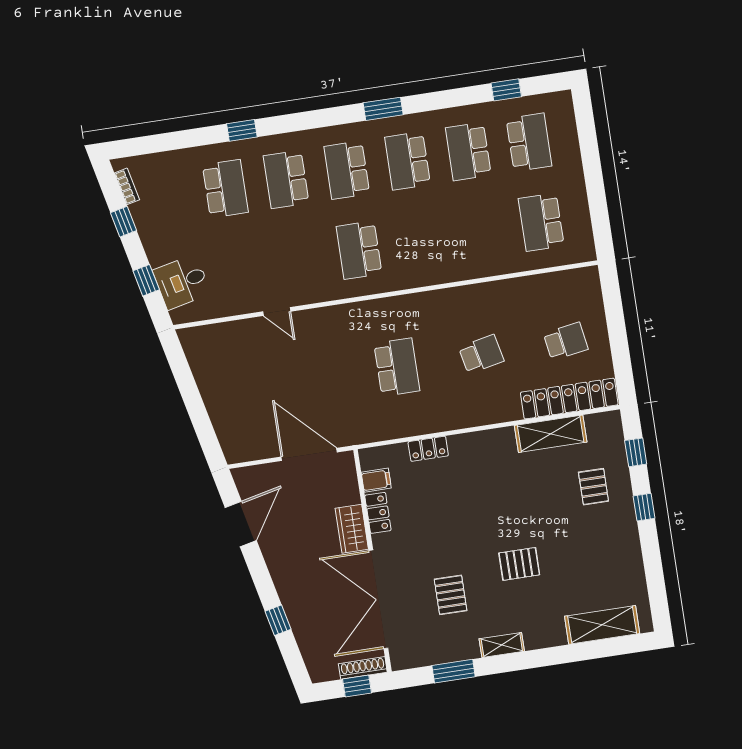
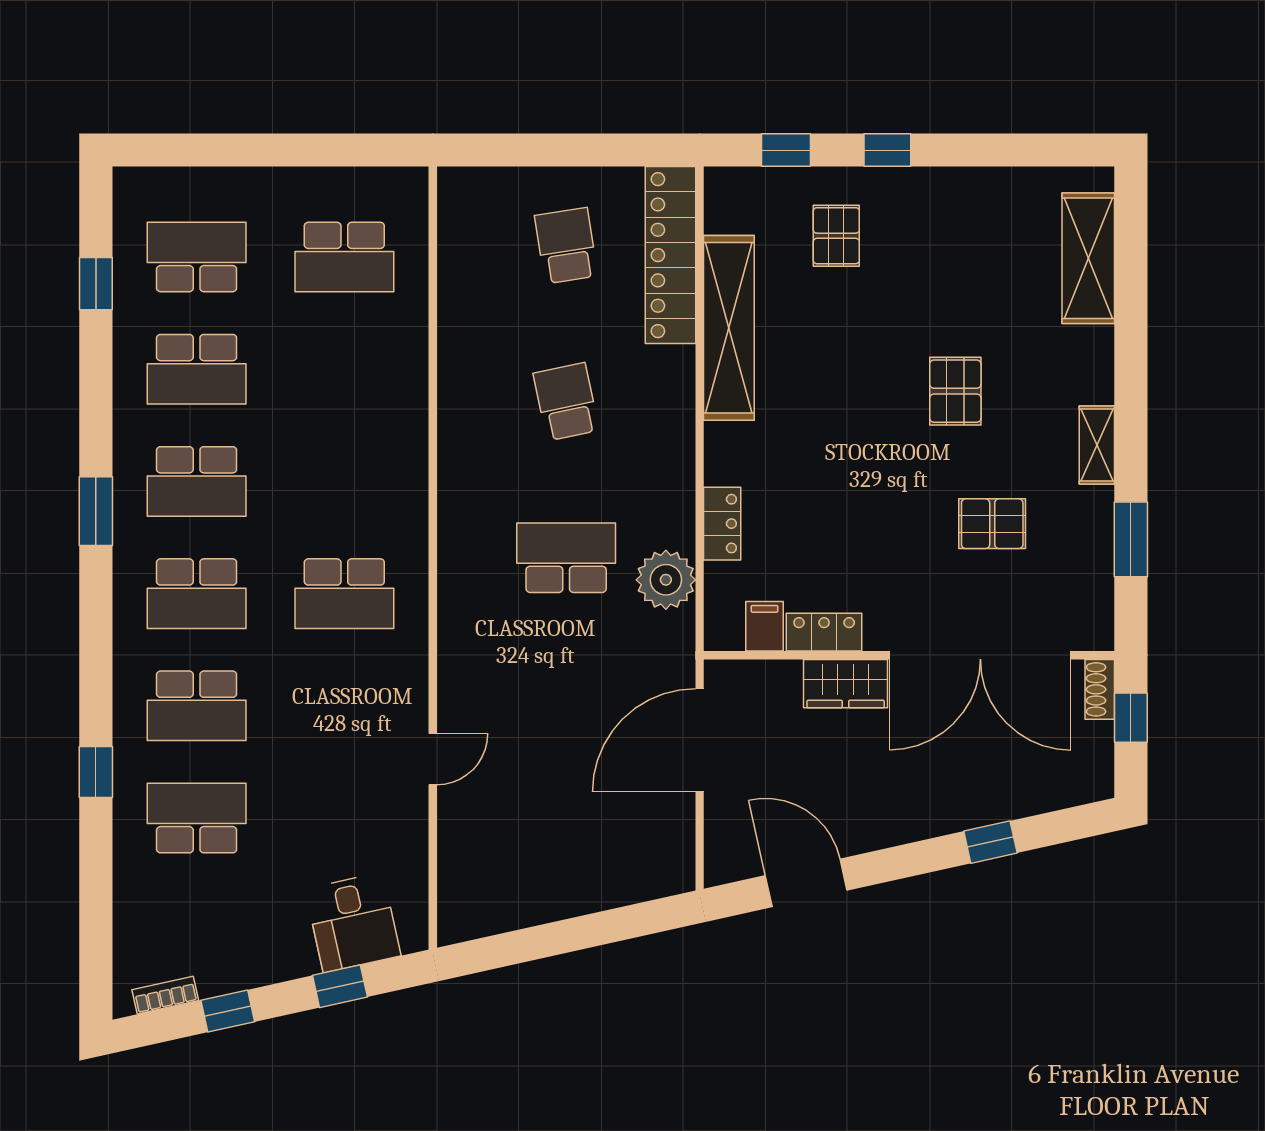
plant: (393, 423) -> (666, 580), added
shelving: (551, 434) -> (729, 328), width x1.47
pallet: (593, 487) -> (836, 236), turned 90
shoe rack: (363, 668) -> (1100, 689), width x0.70

